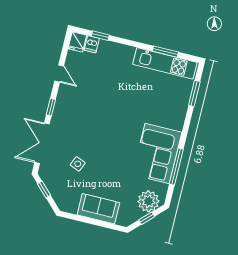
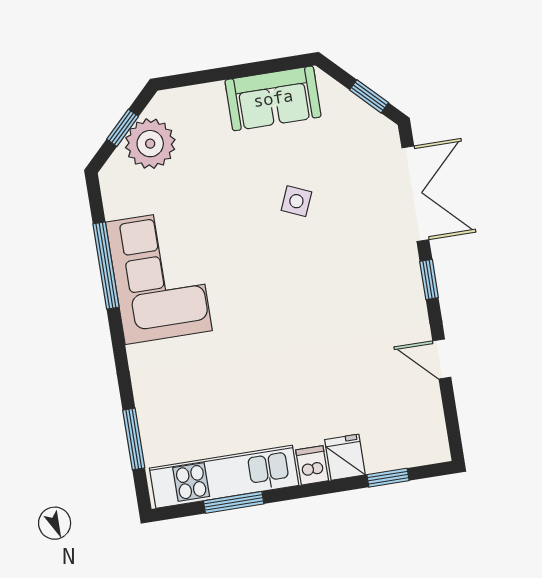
fridge: (77, 42) -> (345, 457), moved
dishwasher: (92, 44) -> (312, 465), moved
side table: (78, 164) -> (296, 201), moved
plant: (148, 201) -> (150, 144), moved
sofa: (98, 209) -> (273, 98), moved

